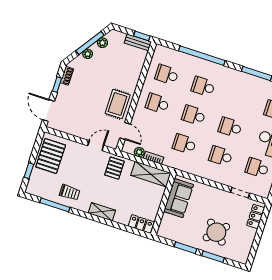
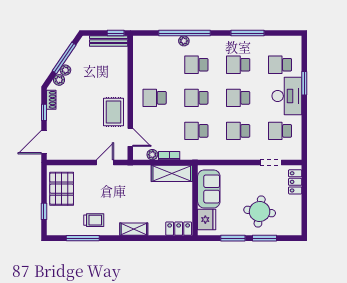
bench: (138, 42) -> (109, 41), width x1.36
plant: (102, 43) -> (59, 80), moved
plant: (199, 62) -> (184, 41), added
school desk: (167, 75) -> (238, 65), moved
door: (49, 110) -> (44, 142), hinge flipped
pallet: (114, 168) -> (132, 180), removed
fridge: (168, 224) -> (207, 220), added
round table: (216, 232) -> (260, 211), turned -35

